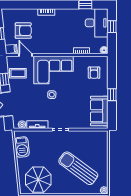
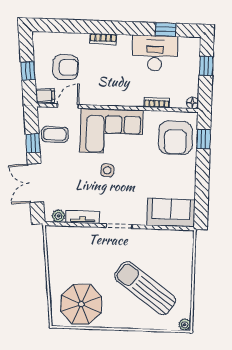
desk: (97, 23) -> (155, 53), moved, turned -90
door: (26, 55) -> (68, 106), hinge flipped
armchair: (94, 73) -> (175, 138), width x1.88, depth x1.88
window: (112, 95) -> (204, 139), moved
sofa: (99, 111) -> (171, 213), moved, turned 90
barbecue: (22, 147) -> (57, 252), removed

